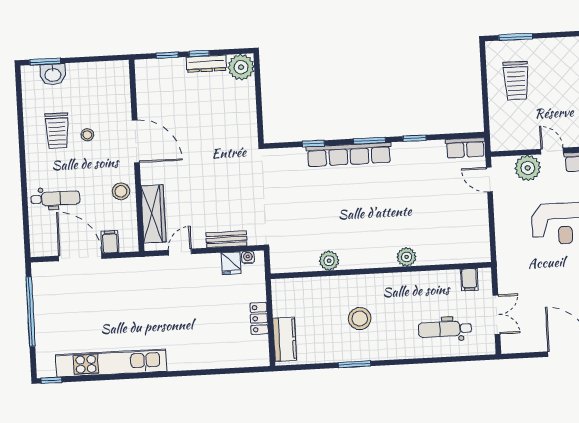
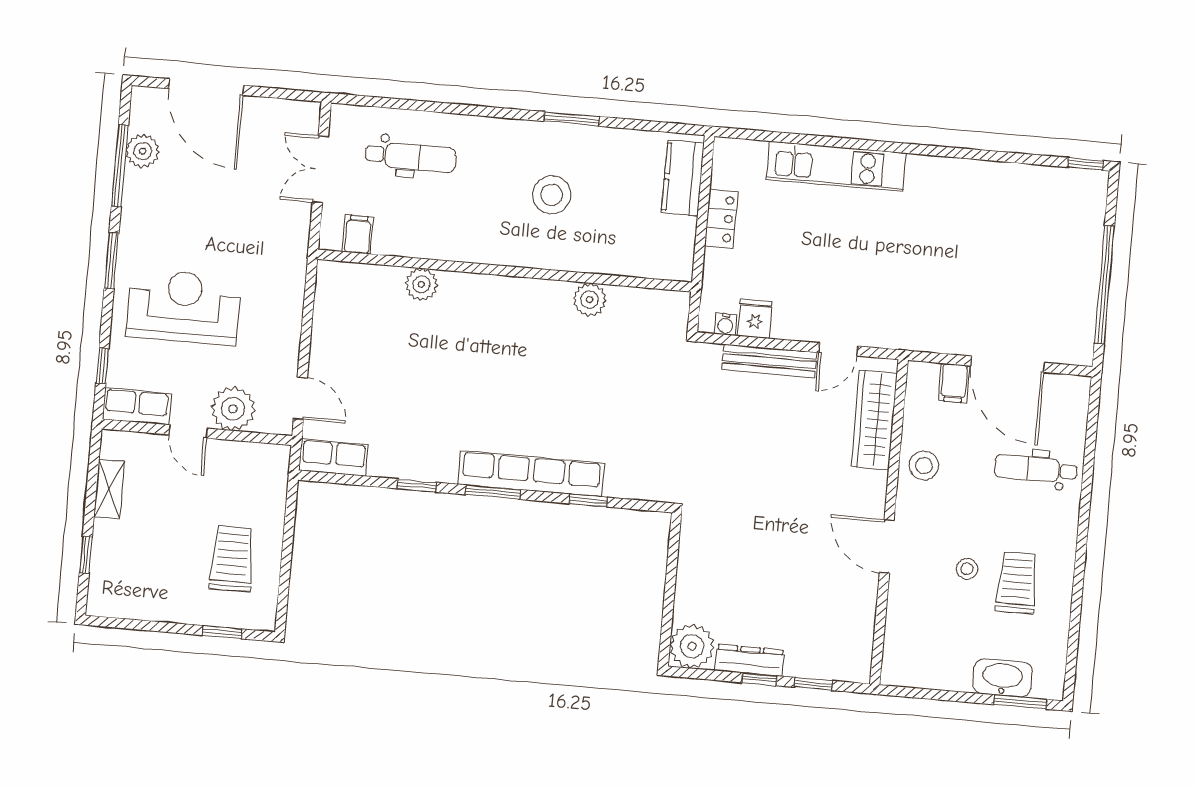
window: (516, 37) -> (222, 632), width x0.67
washbasin: (53, 74) -> (1003, 678), width x1.38
door: (136, 141) -> (887, 546), width x0.73
bench: (227, 239) -> (770, 361), width x1.36
plant: (407, 257) -> (421, 284), moved
kitchen unit: (111, 363) -> (836, 166), moved, width x0.73

